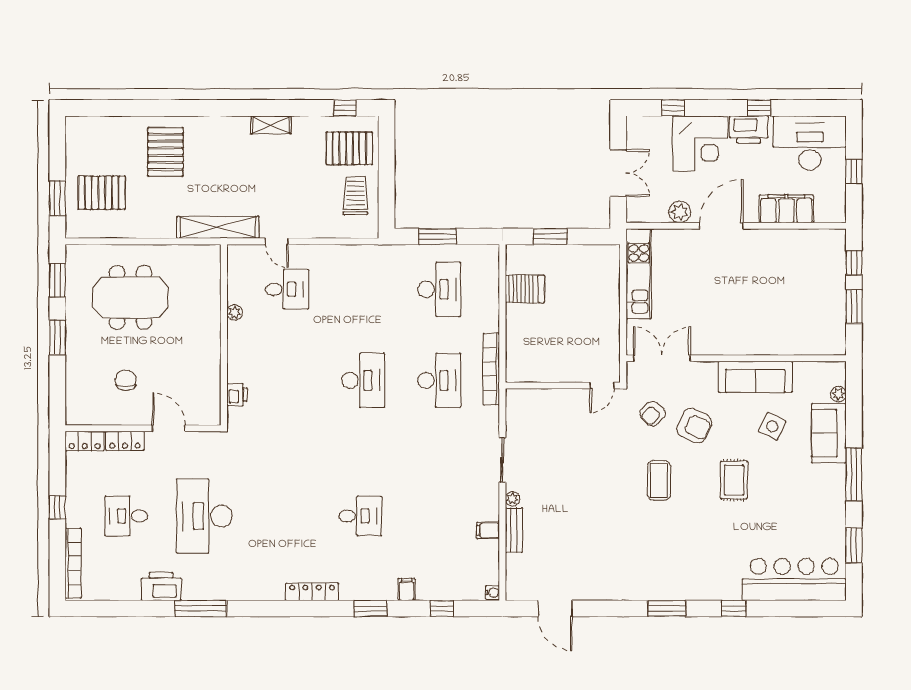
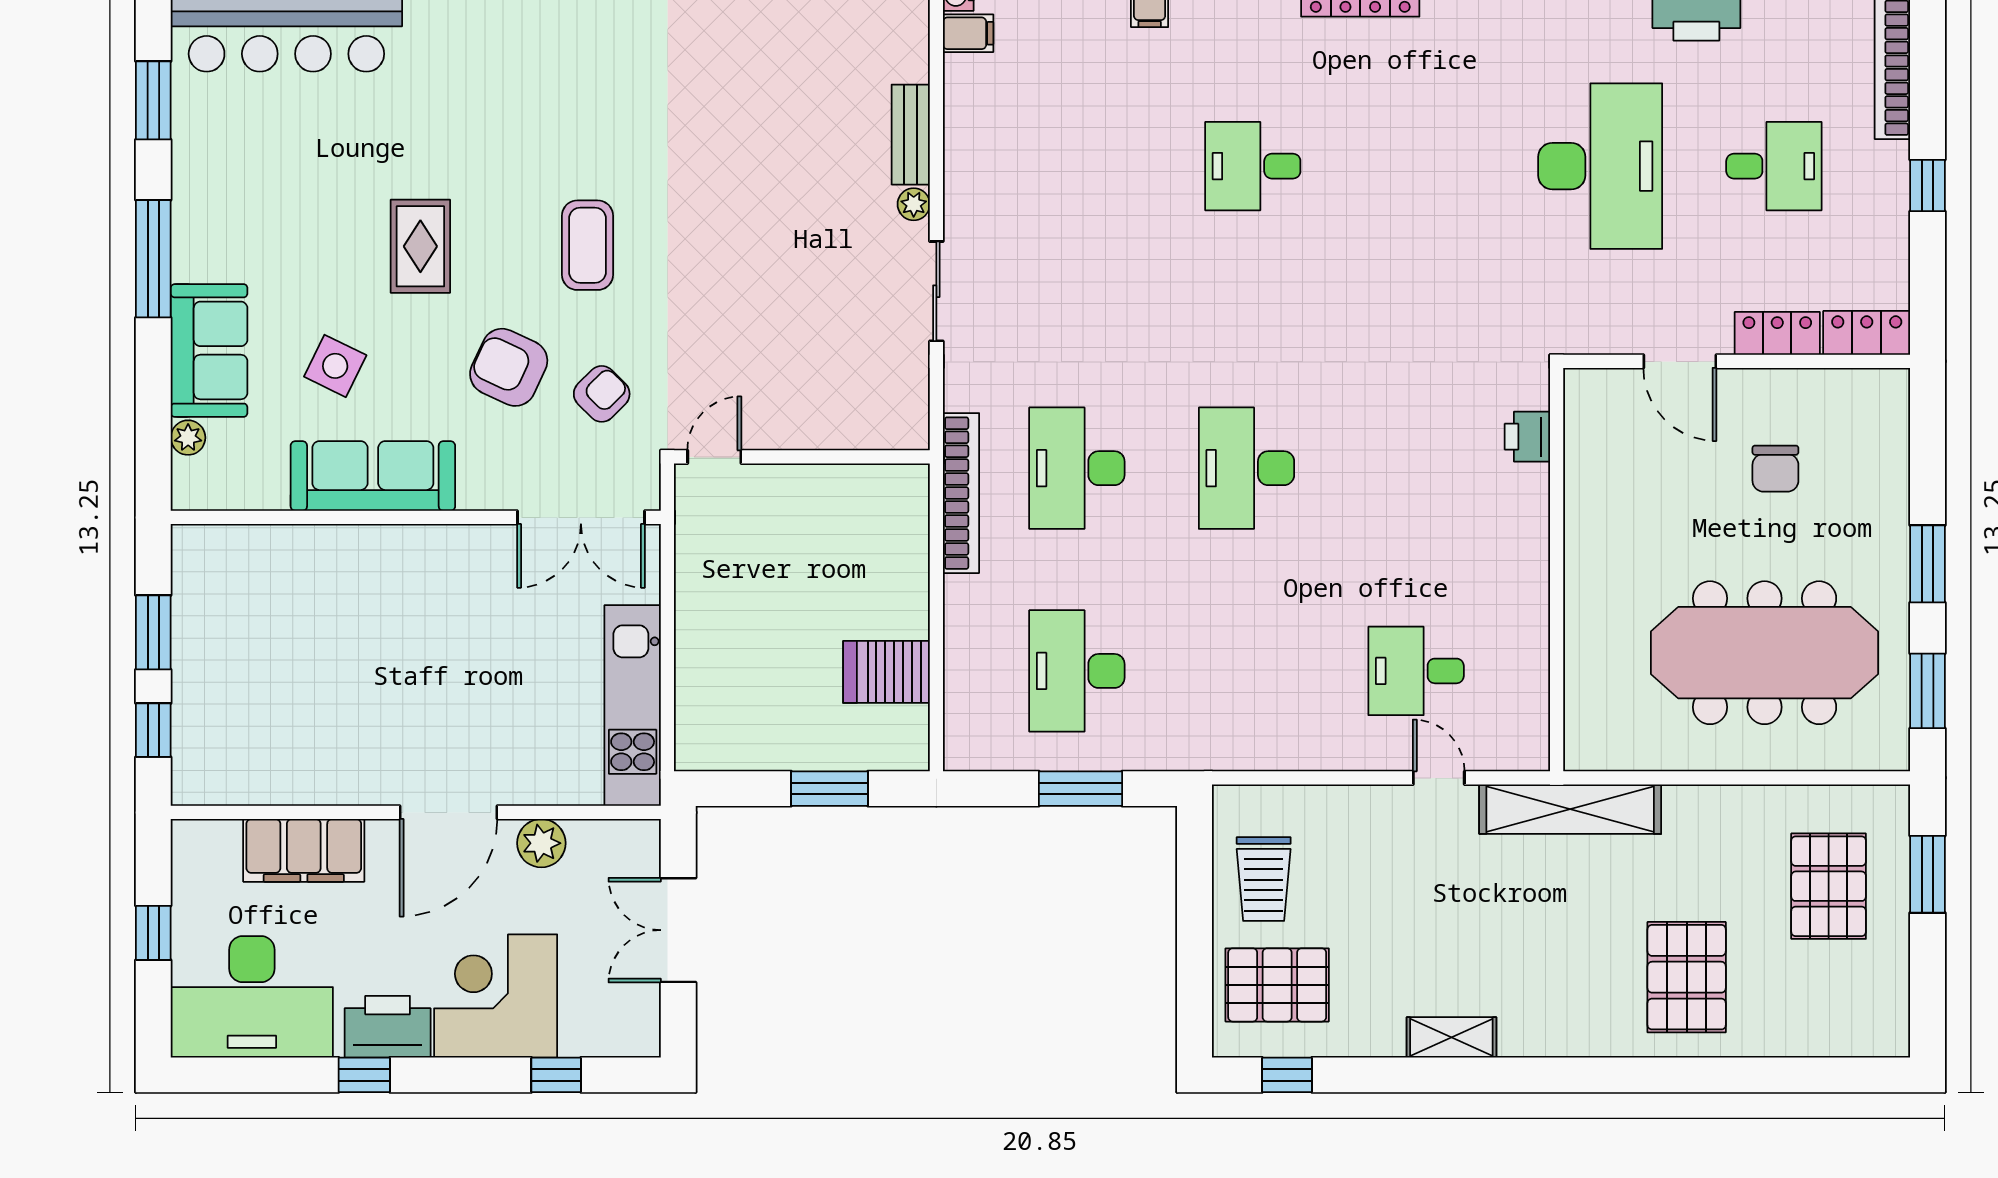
pallet: (102, 193) -> (1829, 886), turned 90
meeting table: (131, 297) -> (1765, 653), width x1.36
plant: (235, 312) -> (1533, 619), removed
filing cabinet: (488, 530) -> (968, 33), moved

